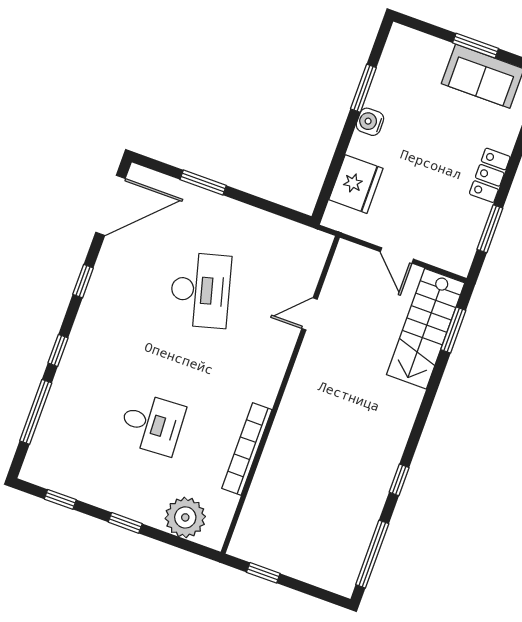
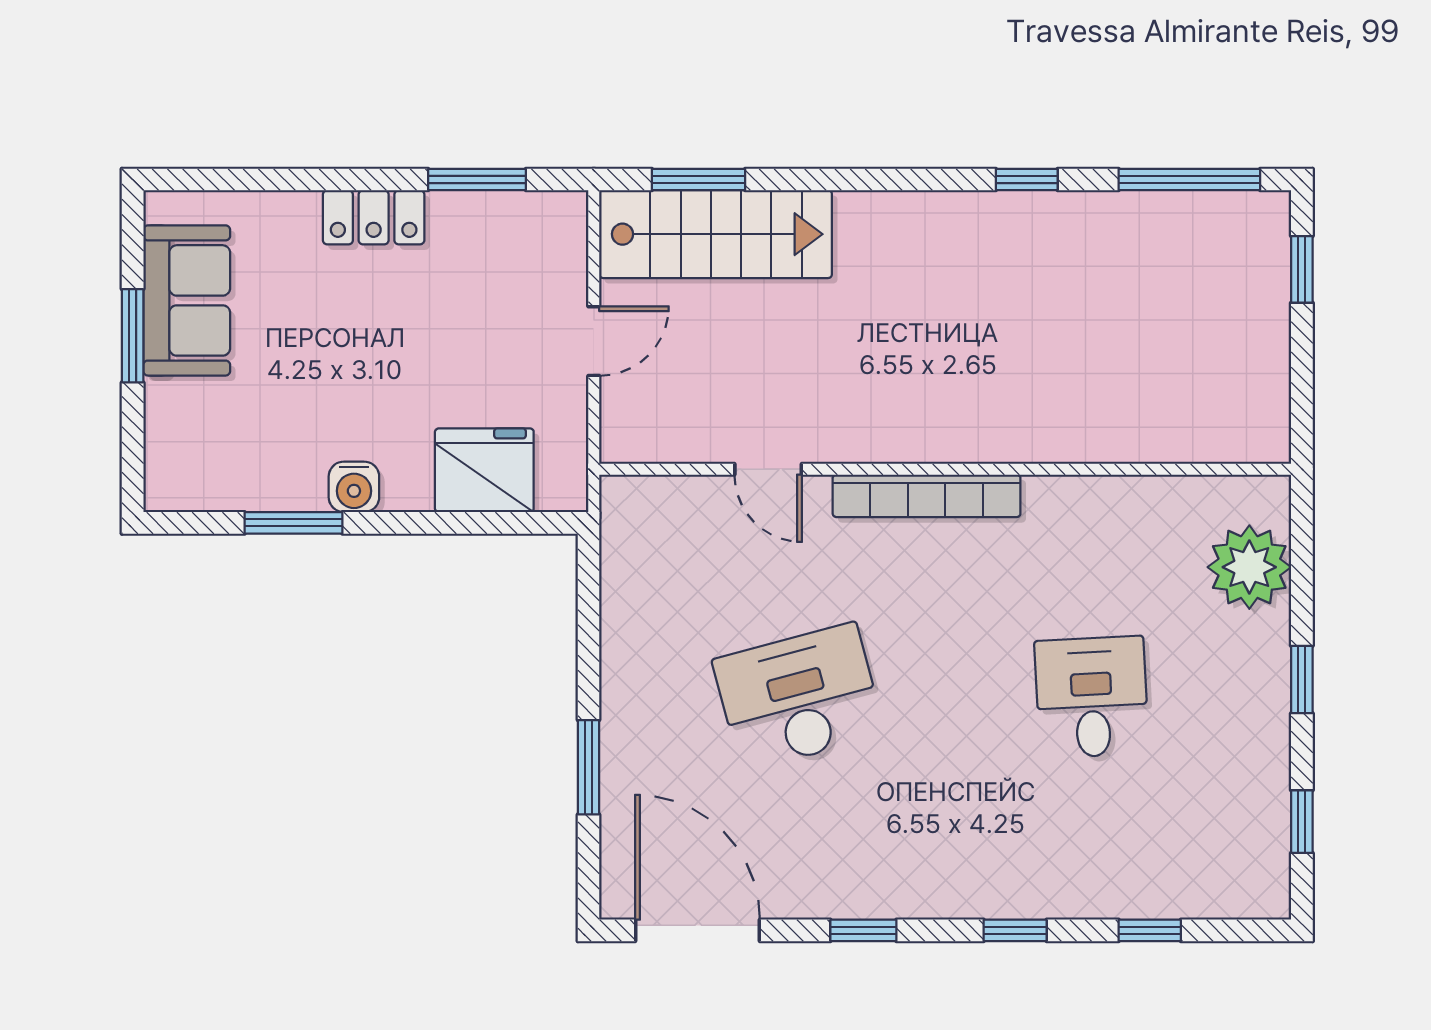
window: (36, 412) -> (1150, 930), width x0.46
bookcase: (247, 449) -> (927, 496), moved
window: (263, 573) -> (1302, 269), moved

